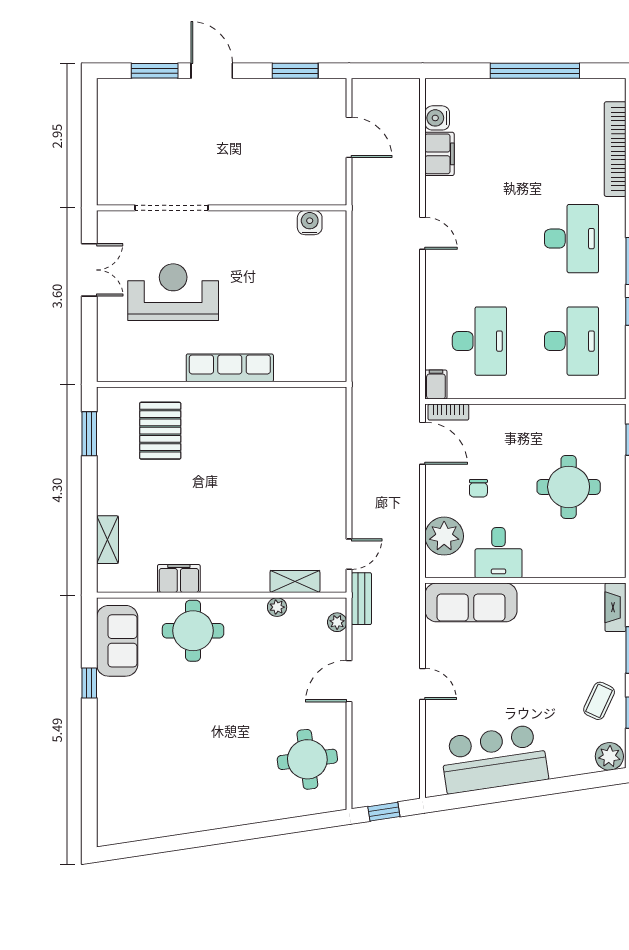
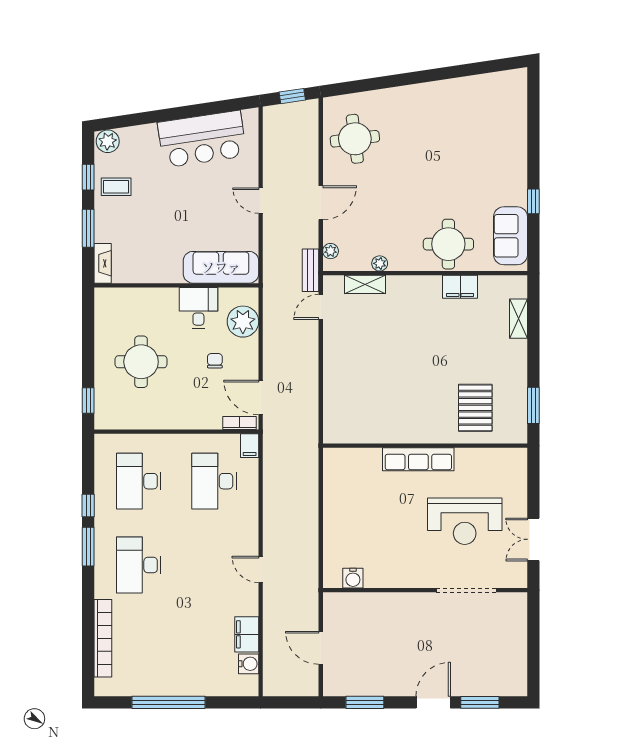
door: (212, 71) -> (433, 702), swing flipped
coffee table: (599, 701) -> (116, 187), turned 65

